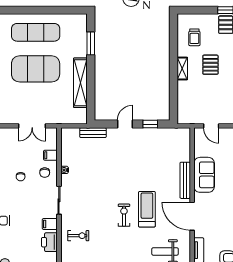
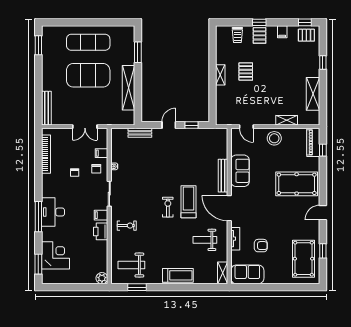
trolley: (194, 37) -> (237, 35), moved

